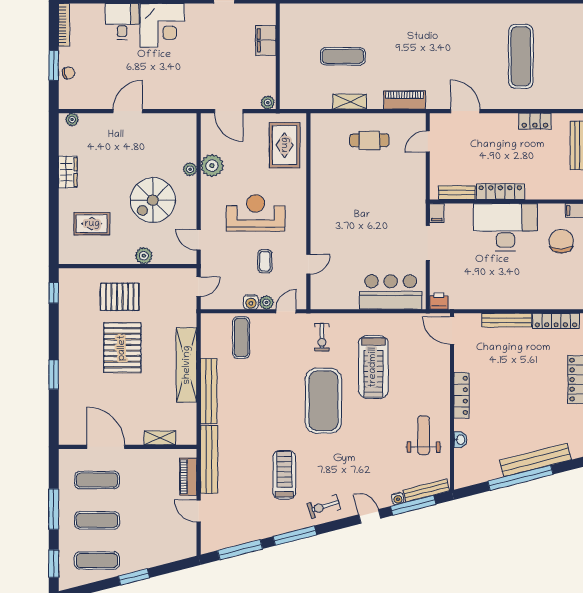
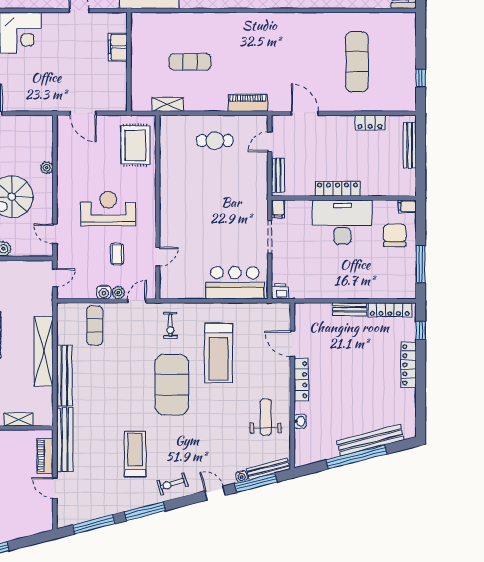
shelving: (350, 102) -> (168, 104), moved
plant: (268, 103) -> (120, 105), removed
plant: (212, 166) -> (67, 164), removed
bench: (457, 193) -> (278, 175), moved, turned 90
bench: (507, 320) -> (350, 309), width x0.73
door: (452, 331) -> (292, 344), moved

